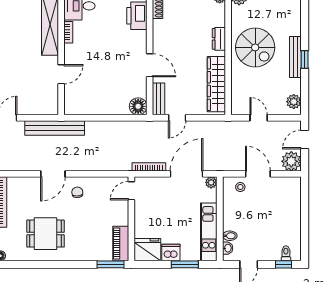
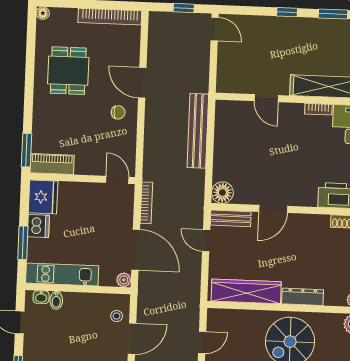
dresser: (219, 39) -> (303, 297), width x1.44
bench: (55, 128) -> (198, 131), moved

